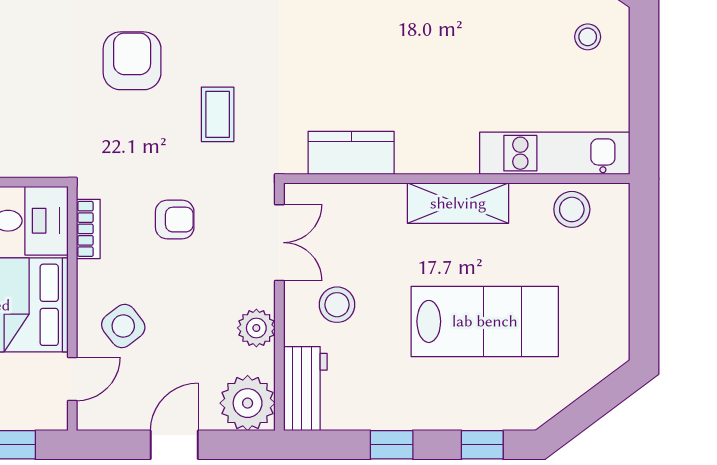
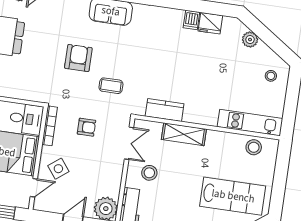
coffee table: (218, 114) -> (111, 86), turned 90
shelving: (458, 203) -> (184, 134), moved
bookcase: (88, 229) -> (50, 126), width x1.56
lab bench: (485, 321) -> (233, 196), moved
plant: (256, 328) -> (114, 178), removed

